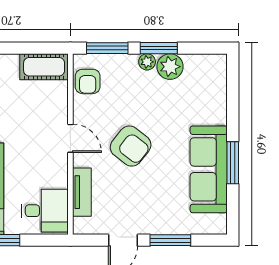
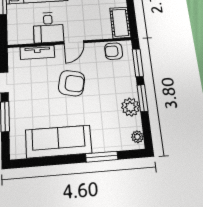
plant: (147, 62) -> (137, 137), moved
armchair: (131, 146) -> (72, 83), turned -116
window: (233, 163) -> (102, 157), moved
desk: (45, 211) -> (48, 28), moved

